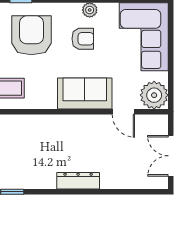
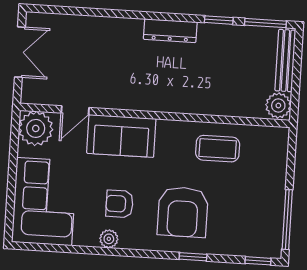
door: (123, 112) -> (75, 110), swing flipped
dresser: (78, 181) -> (170, 31), moved

